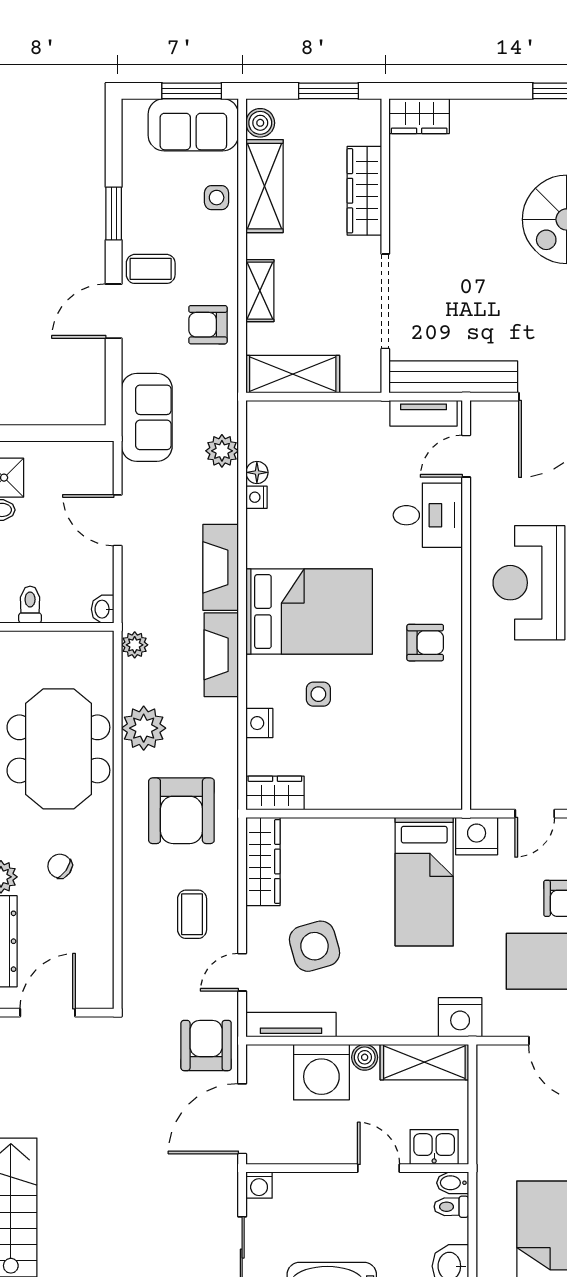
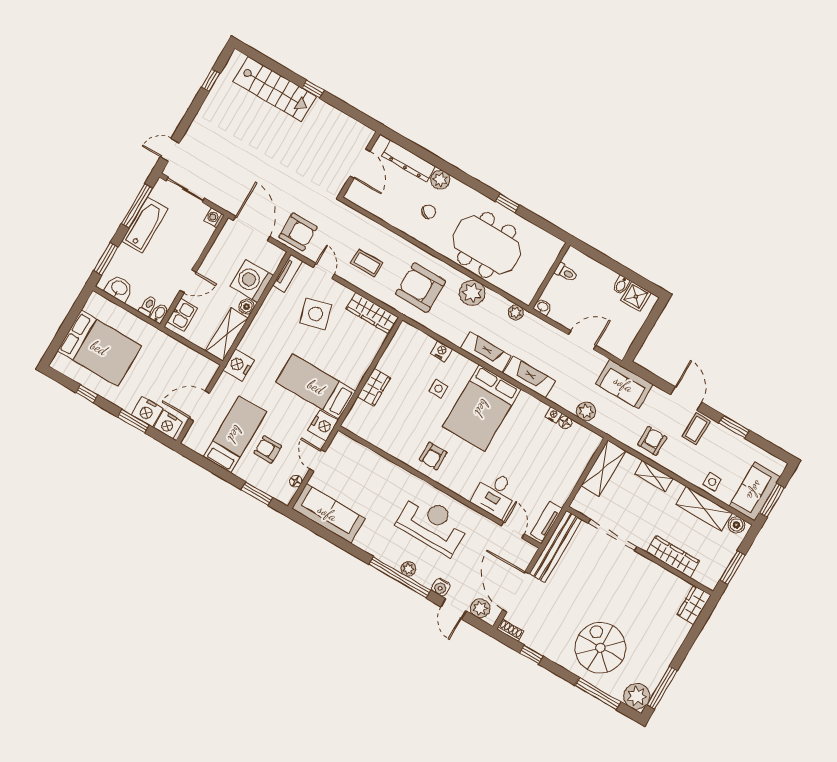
wardrobe: (275, 793) -> (374, 387), moved
tv unit: (291, 1025) -> (288, 273), width x0.71

